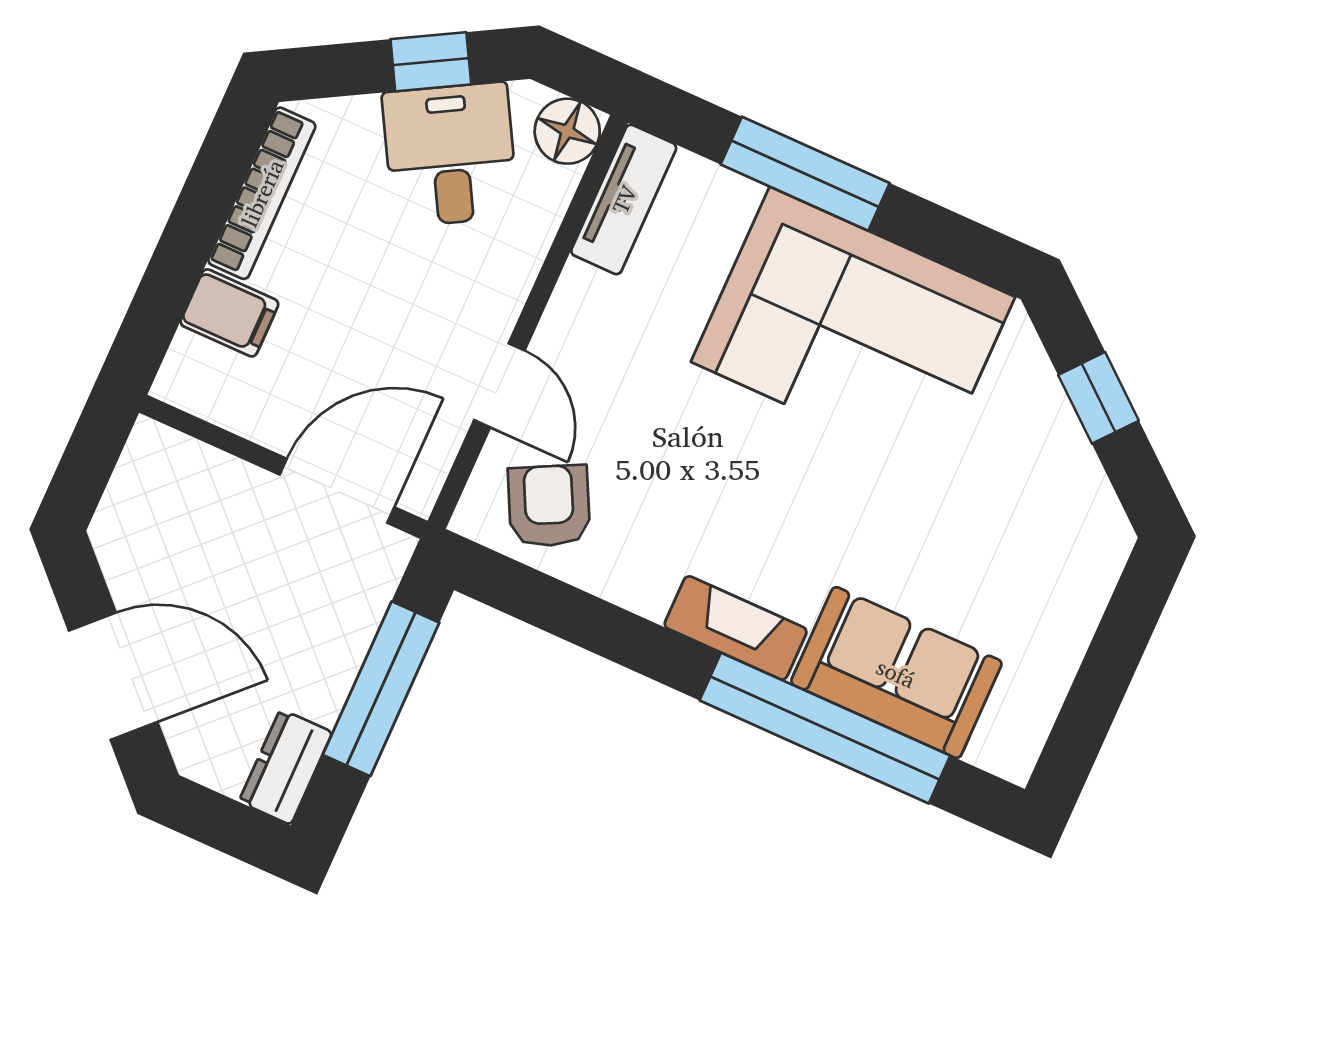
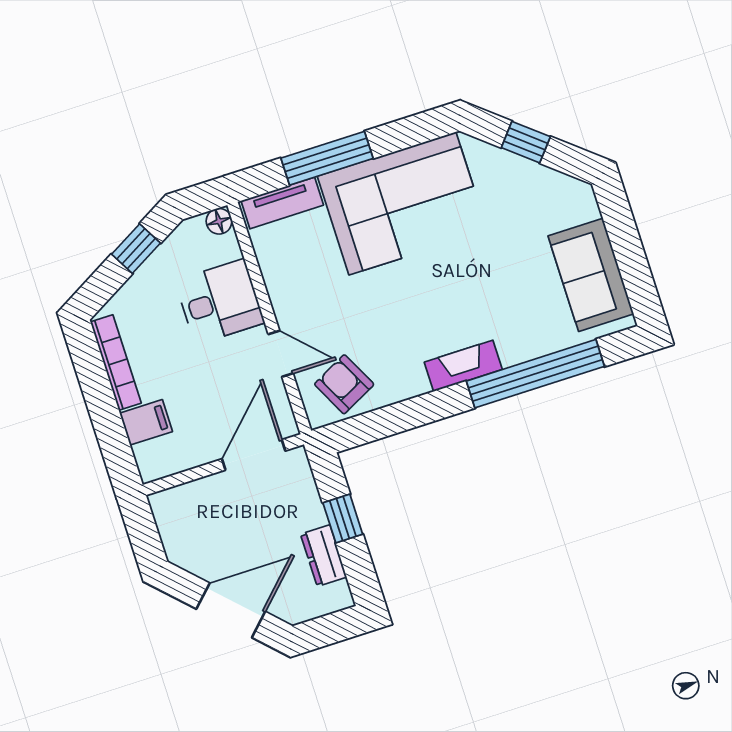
floor lamp: (567, 131) -> (219, 221), width x0.73, depth x0.73
desk: (450, 155) -> (220, 302), moved, turned 119
tv unit: (624, 199) -> (282, 203), moved, turned 90
sofa: (896, 673) -> (591, 275), moved, turned -90
window: (381, 689) -> (343, 519), width x0.46
dresser: (286, 767) -> (324, 556), moved

